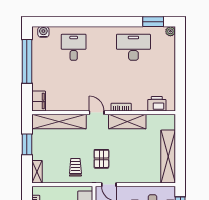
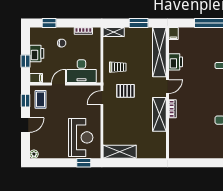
filing cabinet: (39, 101) -> (173, 33), width x0.50
printer: (157, 104) -> (176, 62), moved
shelving: (168, 157) -> (120, 152), width x0.68

